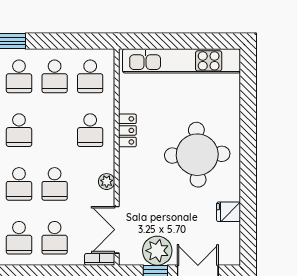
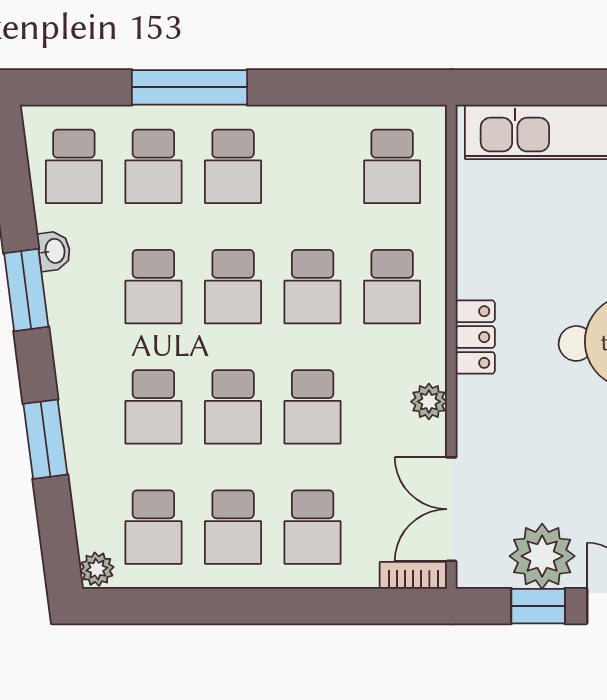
school desk: (55, 76) -> (313, 287), moved
locker: (127, 130) -> (475, 337), moved

